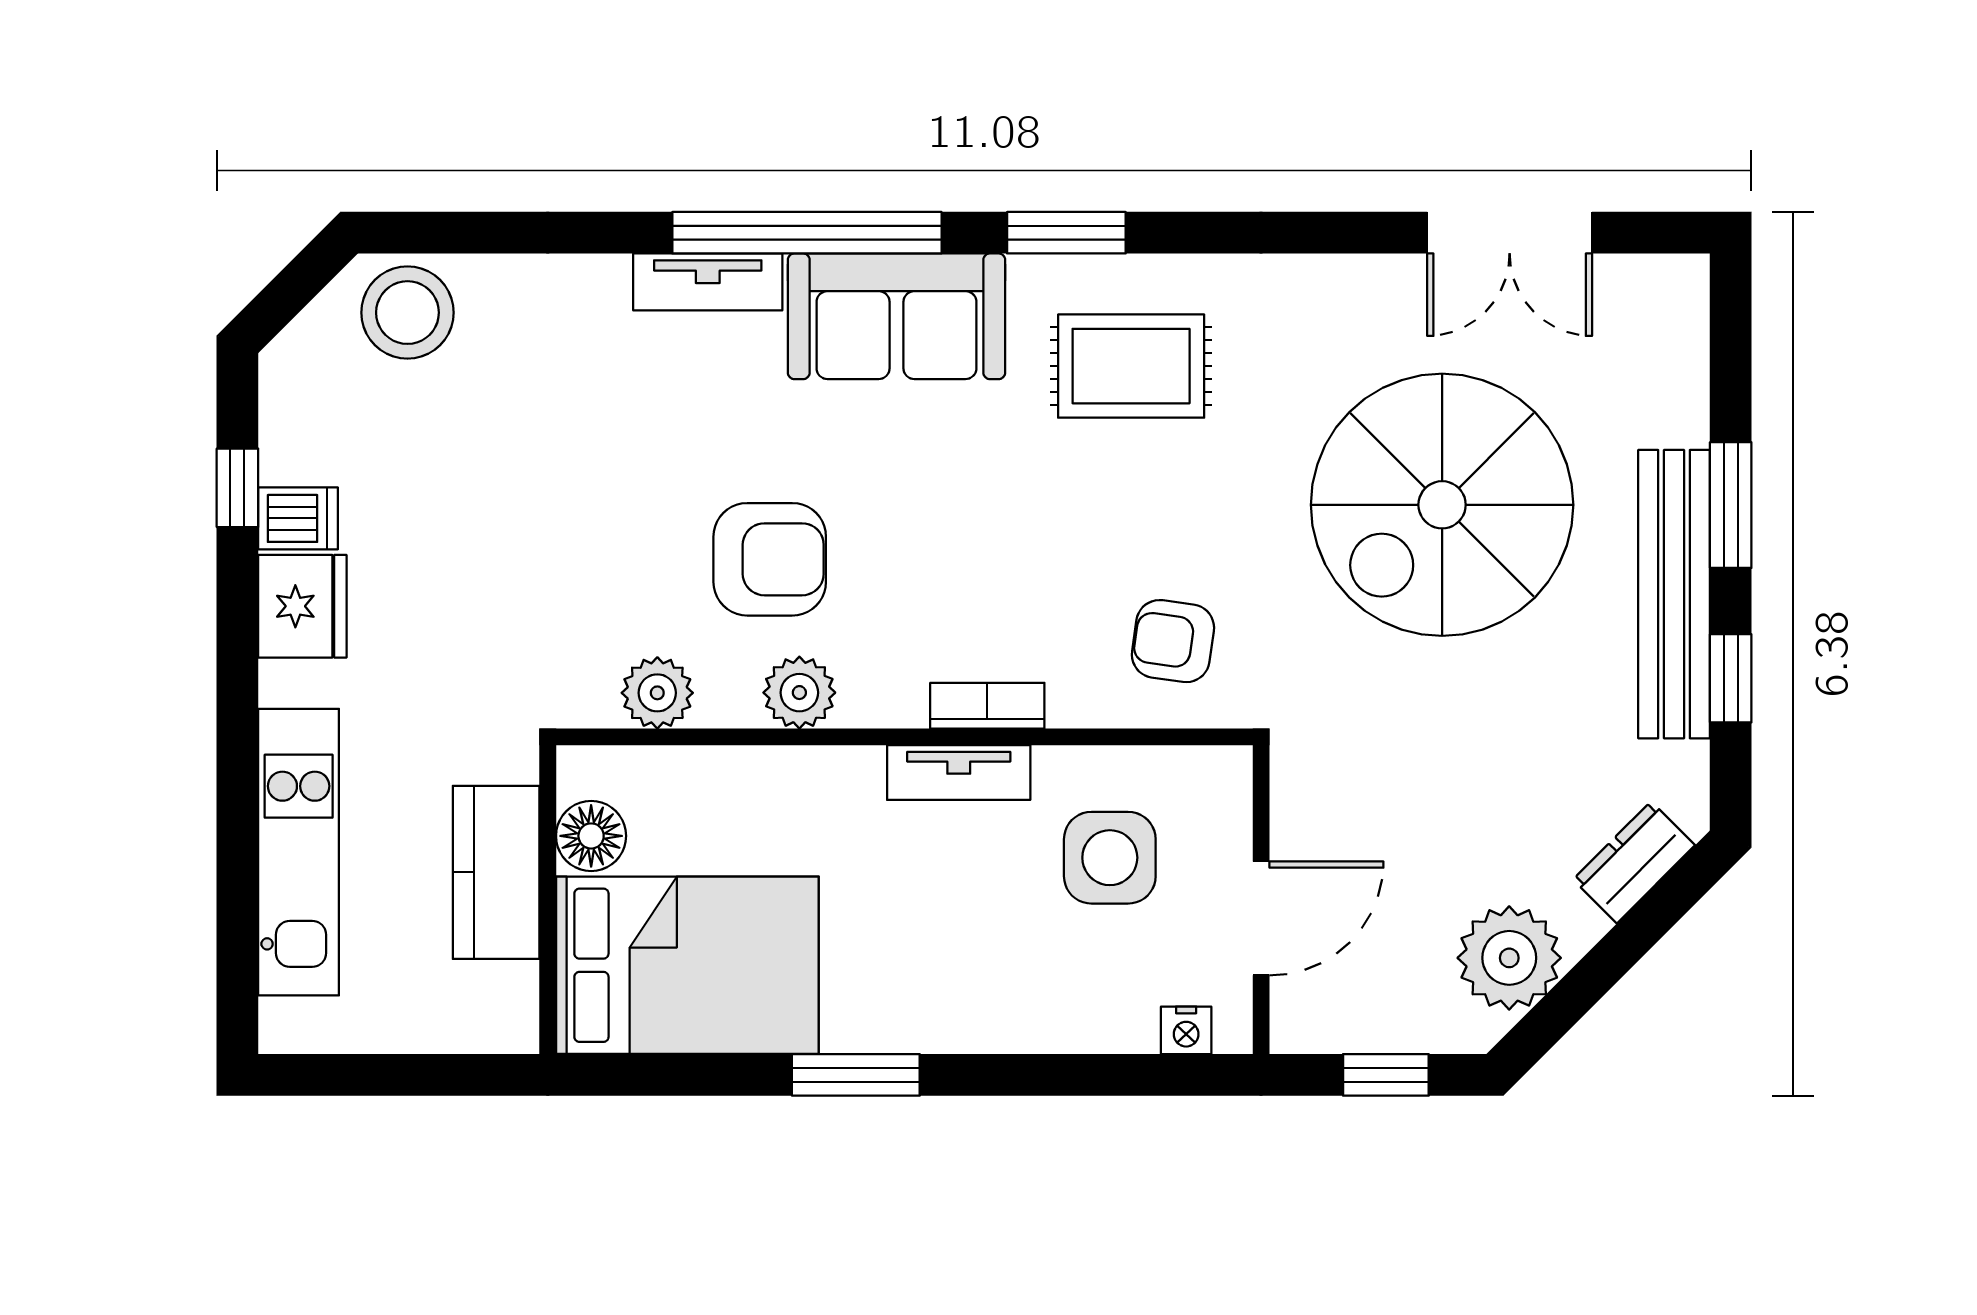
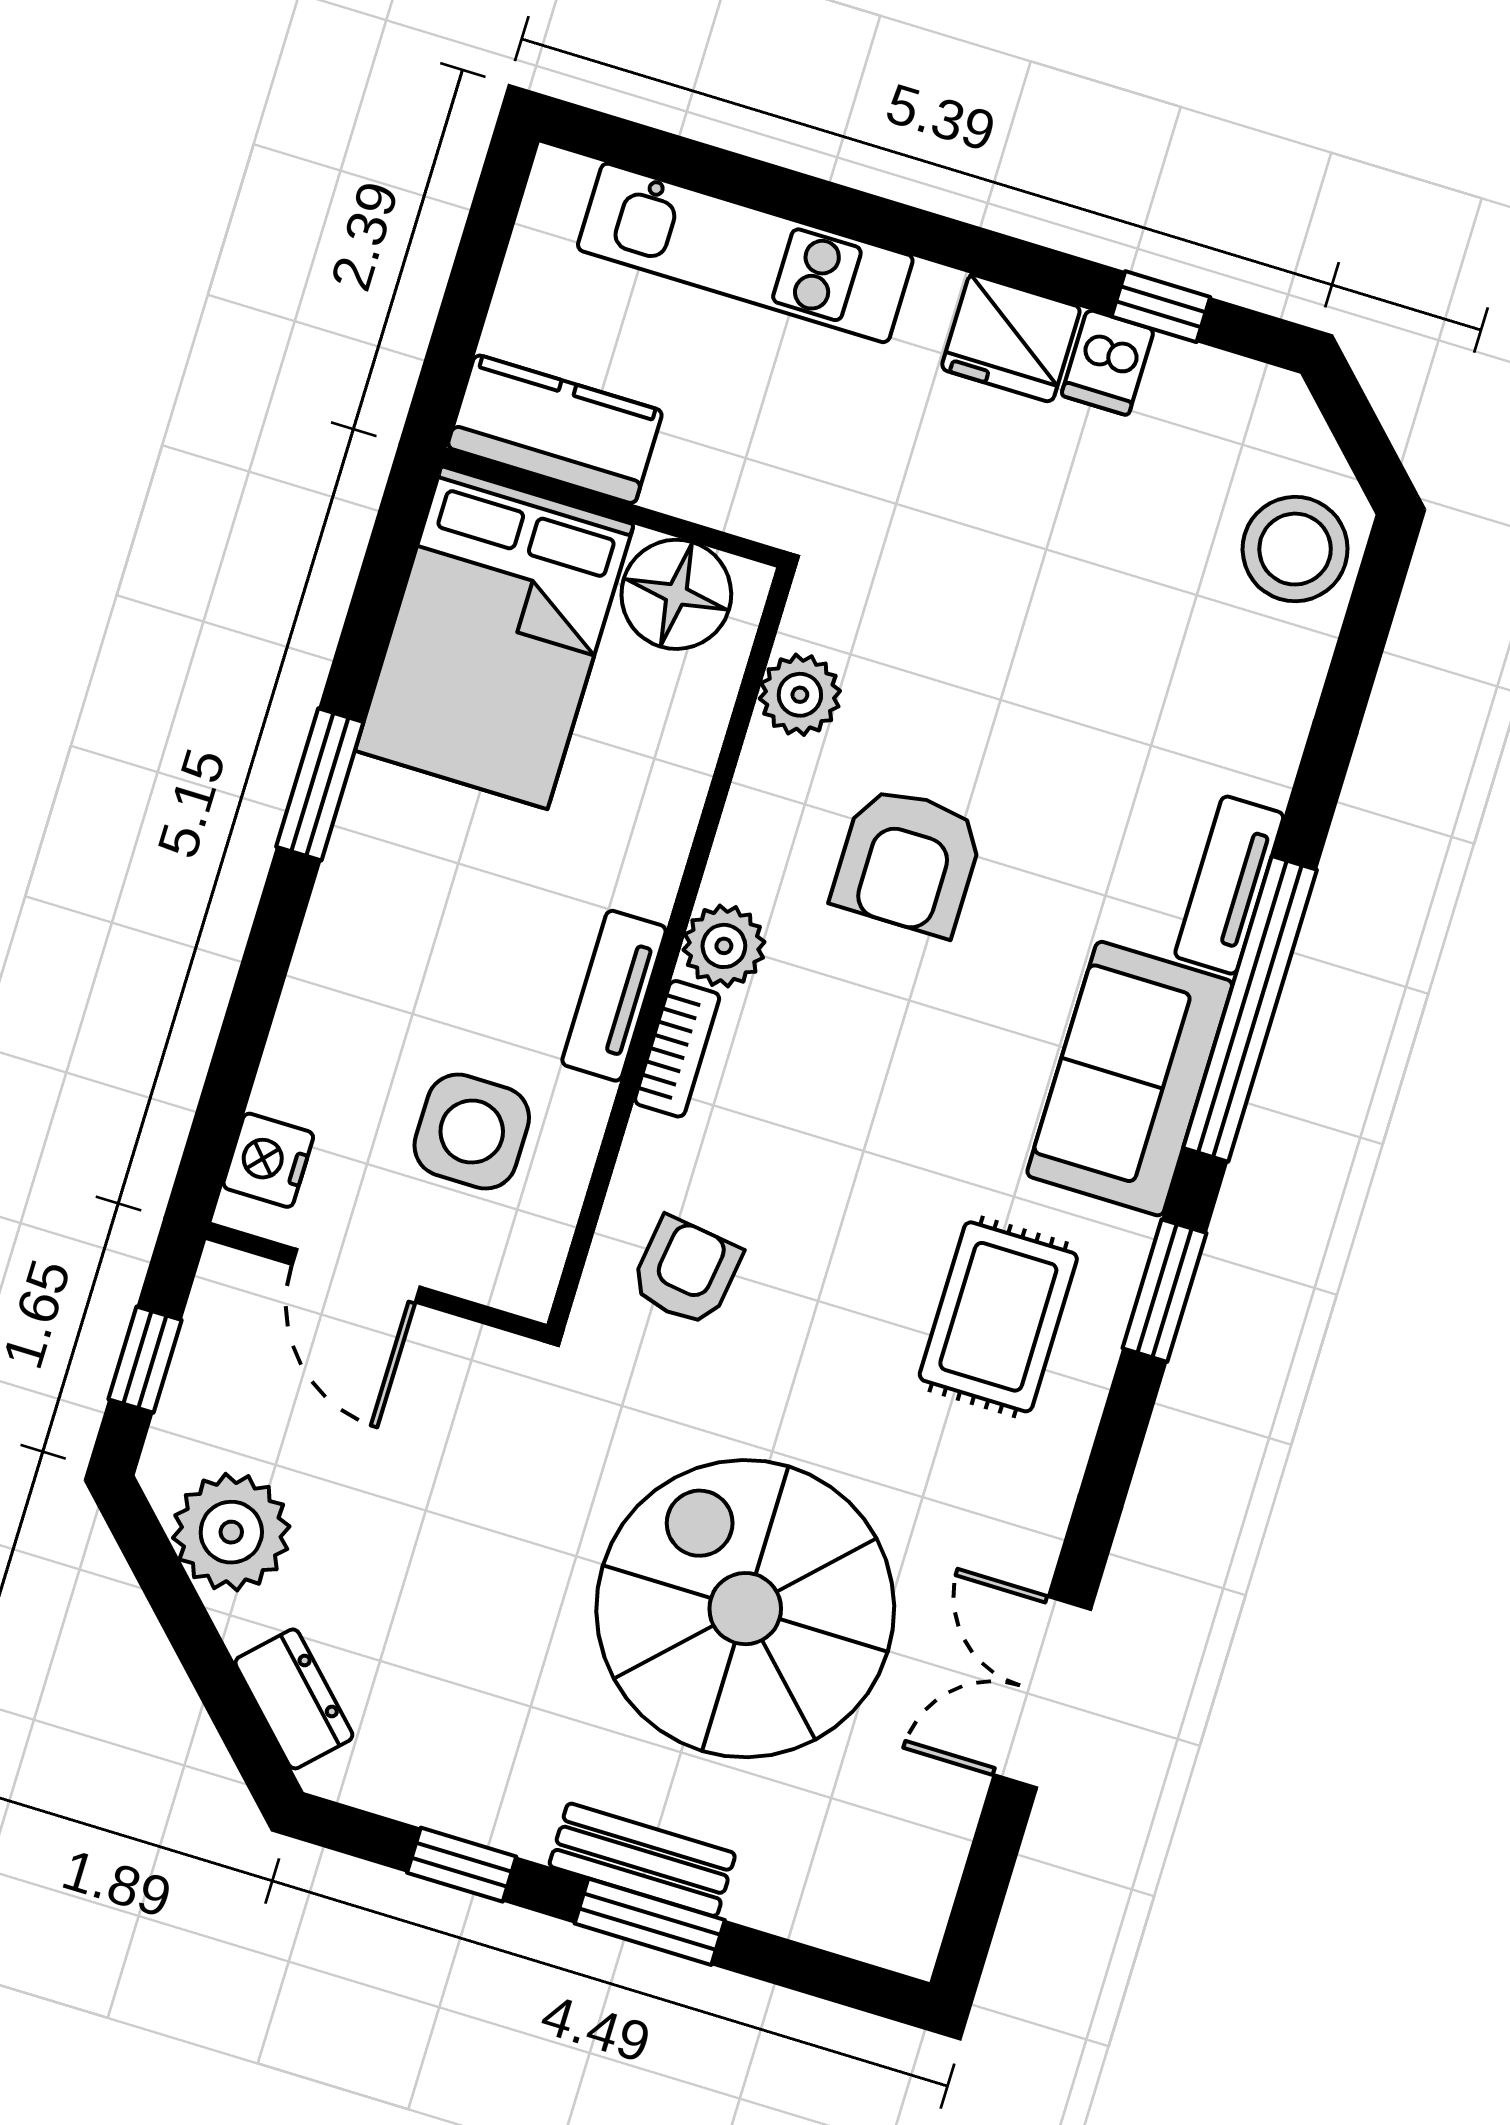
double door: (1510, 233) -> (1042, 1692), moved
bench: (1674, 594) -> (642, 1860), width x0.54, depth x0.82
plant: (799, 693) -> (724, 946), moved
floor lamp: (591, 836) -> (676, 594), width x1.38, depth x1.38
kitchen counter: (496, 872) -> (555, 429), moved
nightstand: (1186, 1030) -> (268, 1160), width x1.39, depth x1.35

